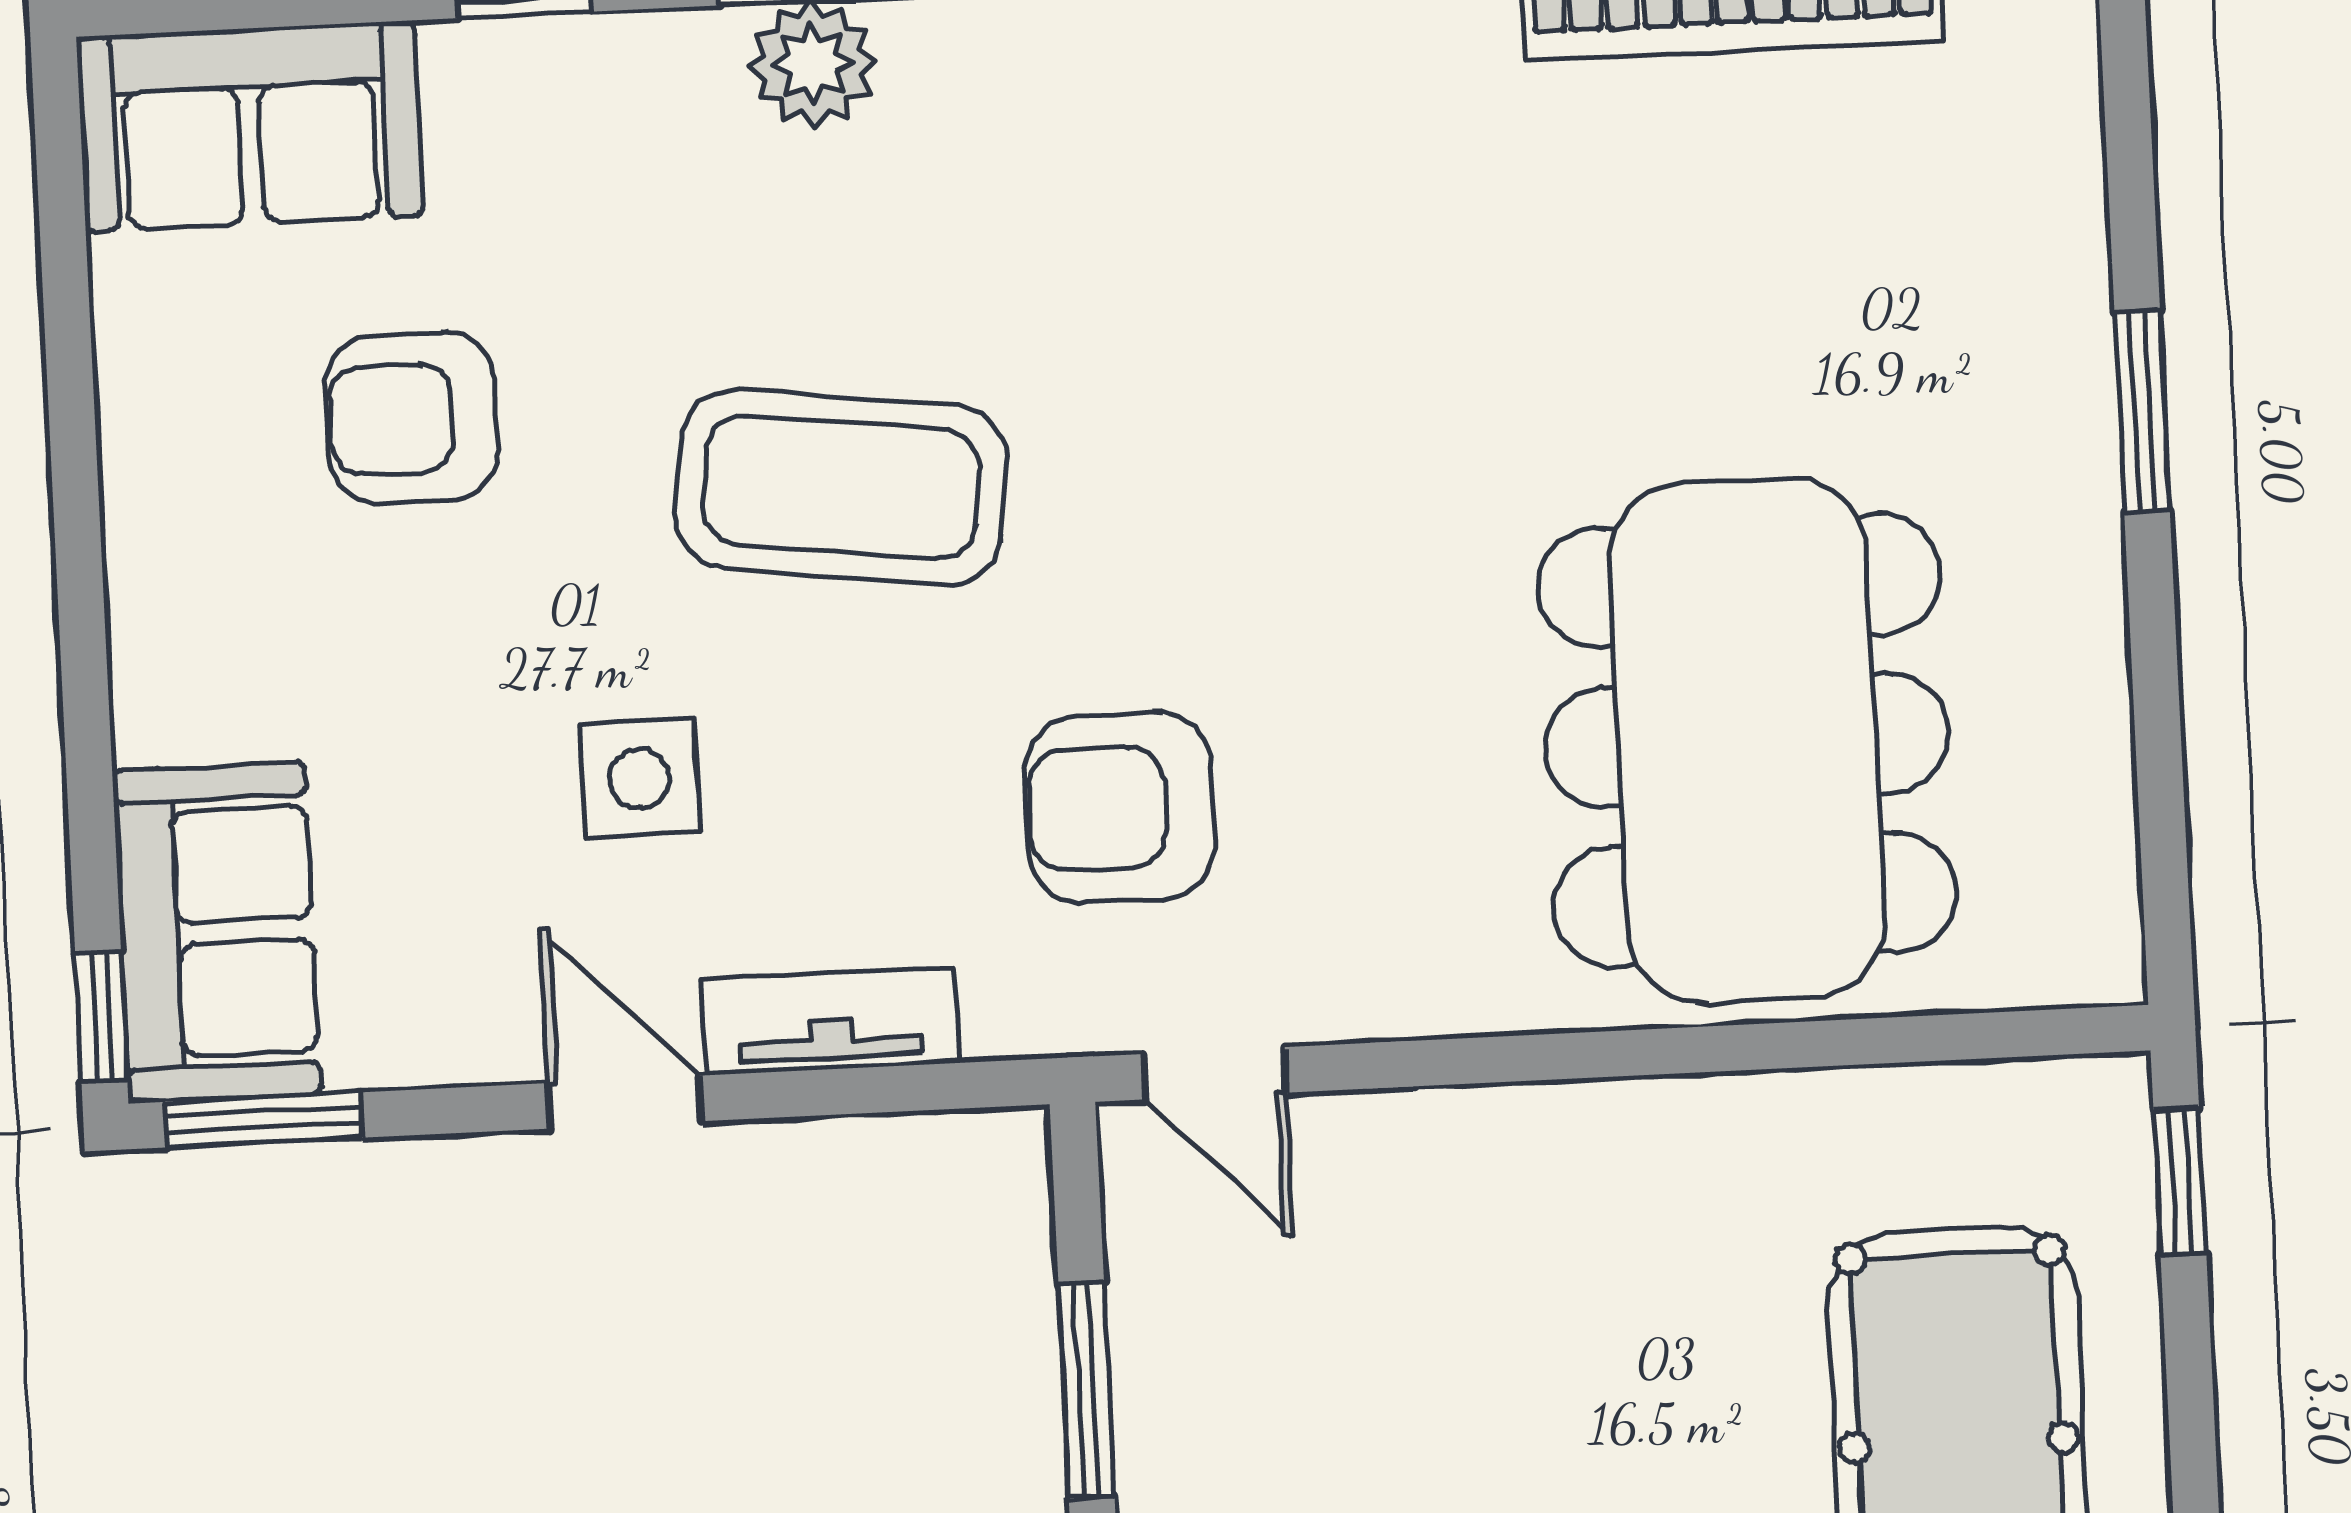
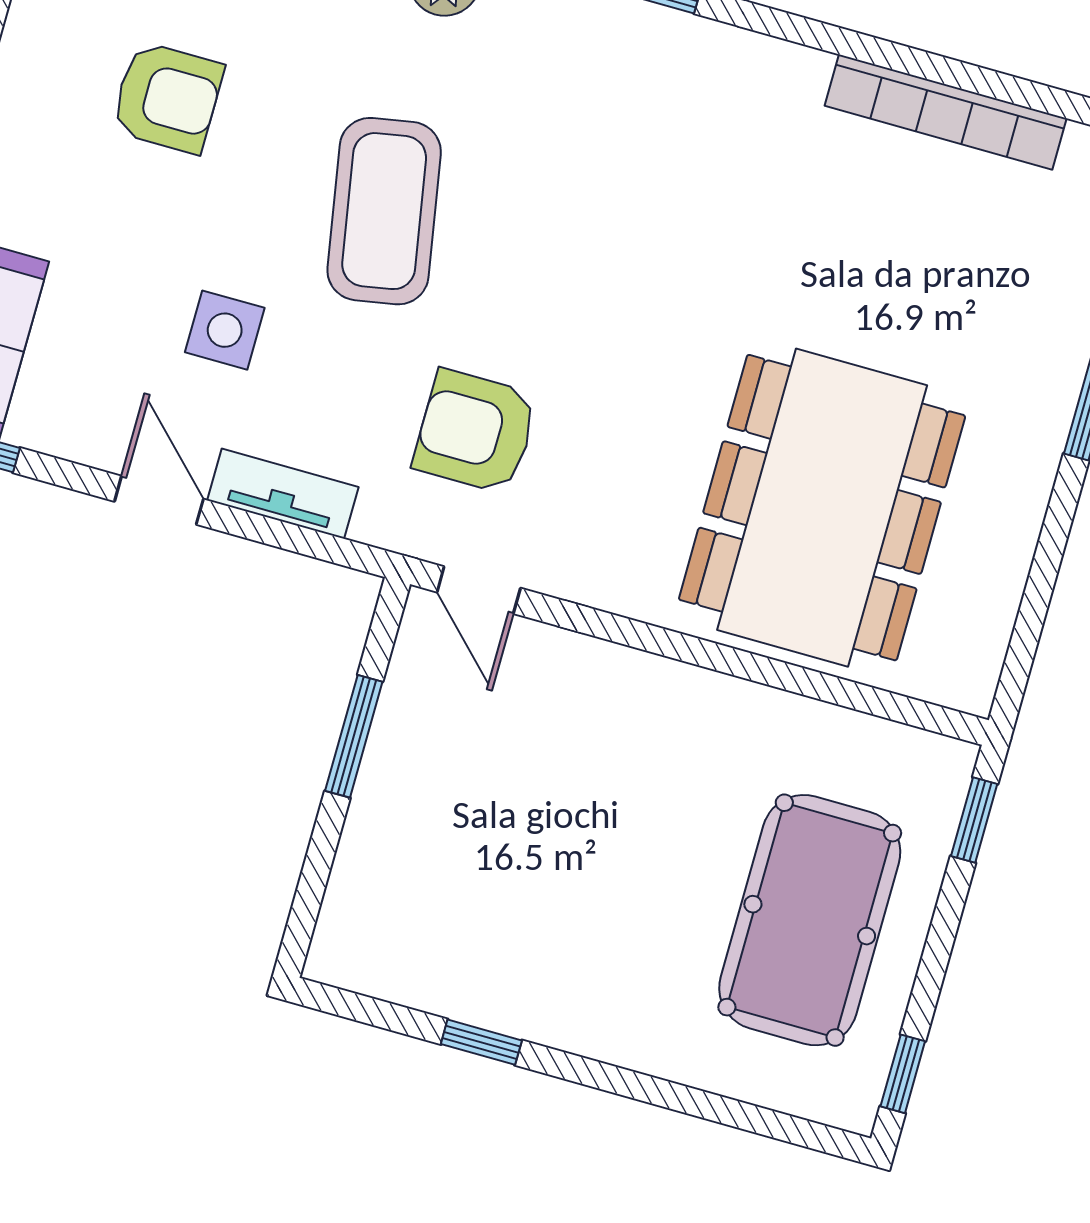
armchair: (411, 418) -> (167, 97), turned 180
coffee table: (841, 487) -> (384, 211), turned 73

